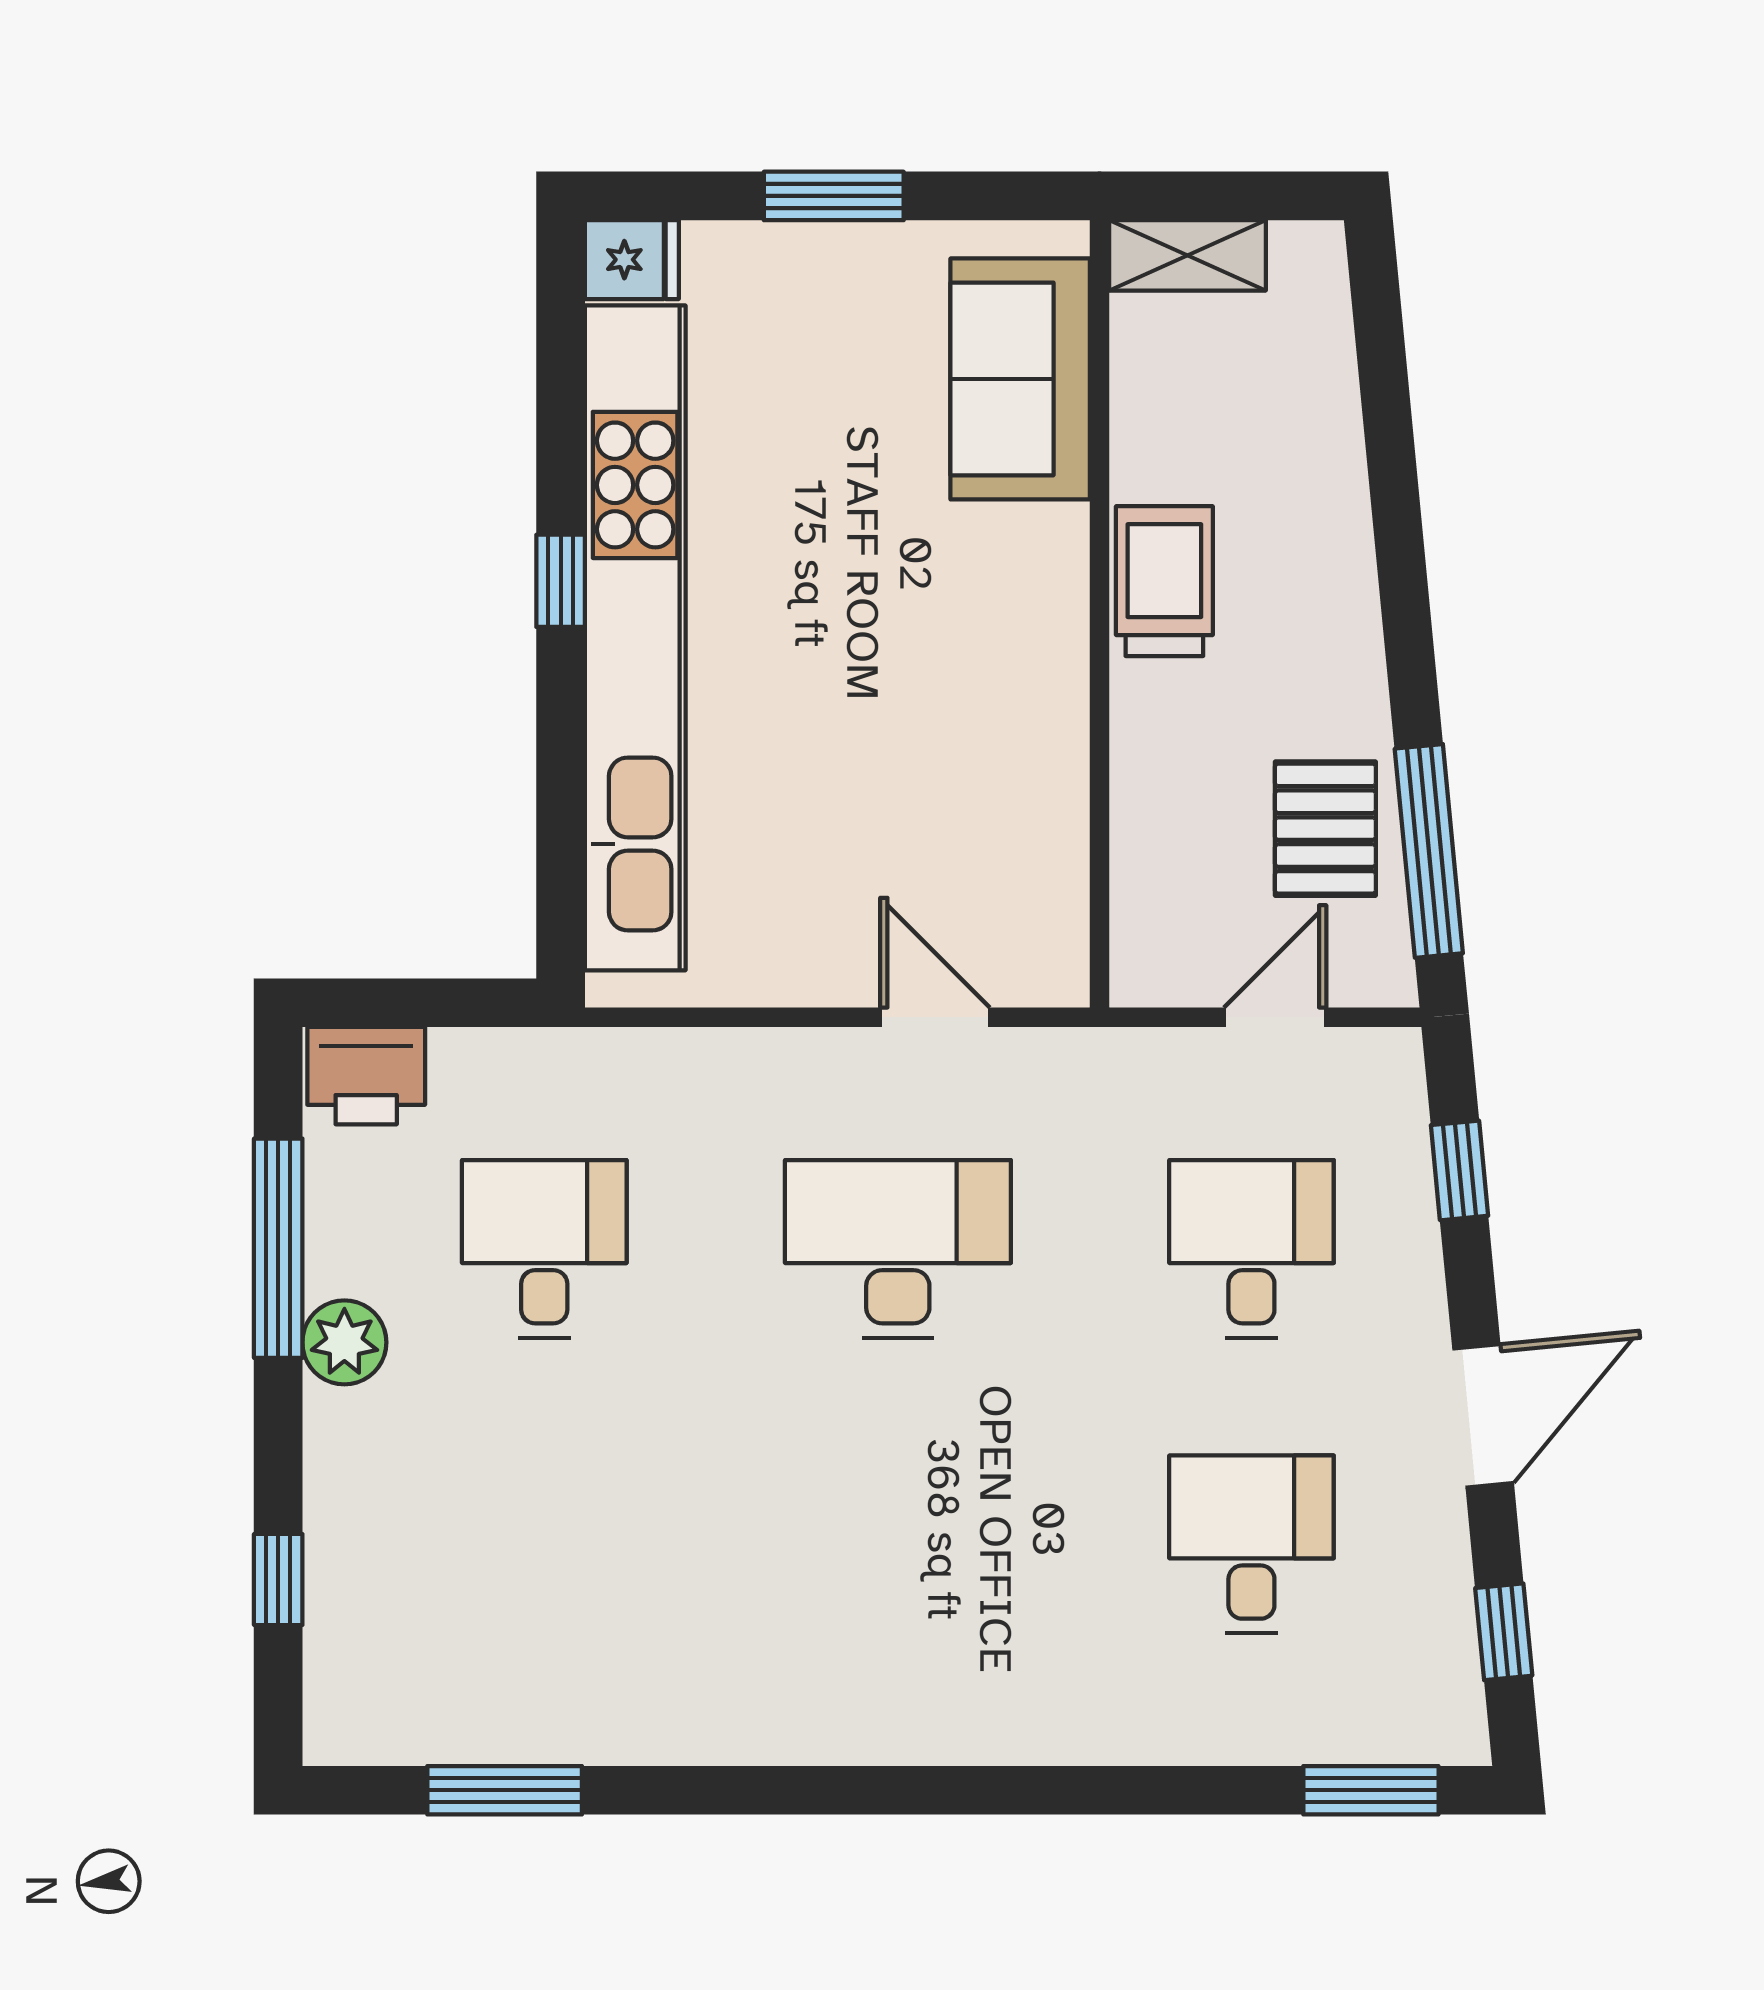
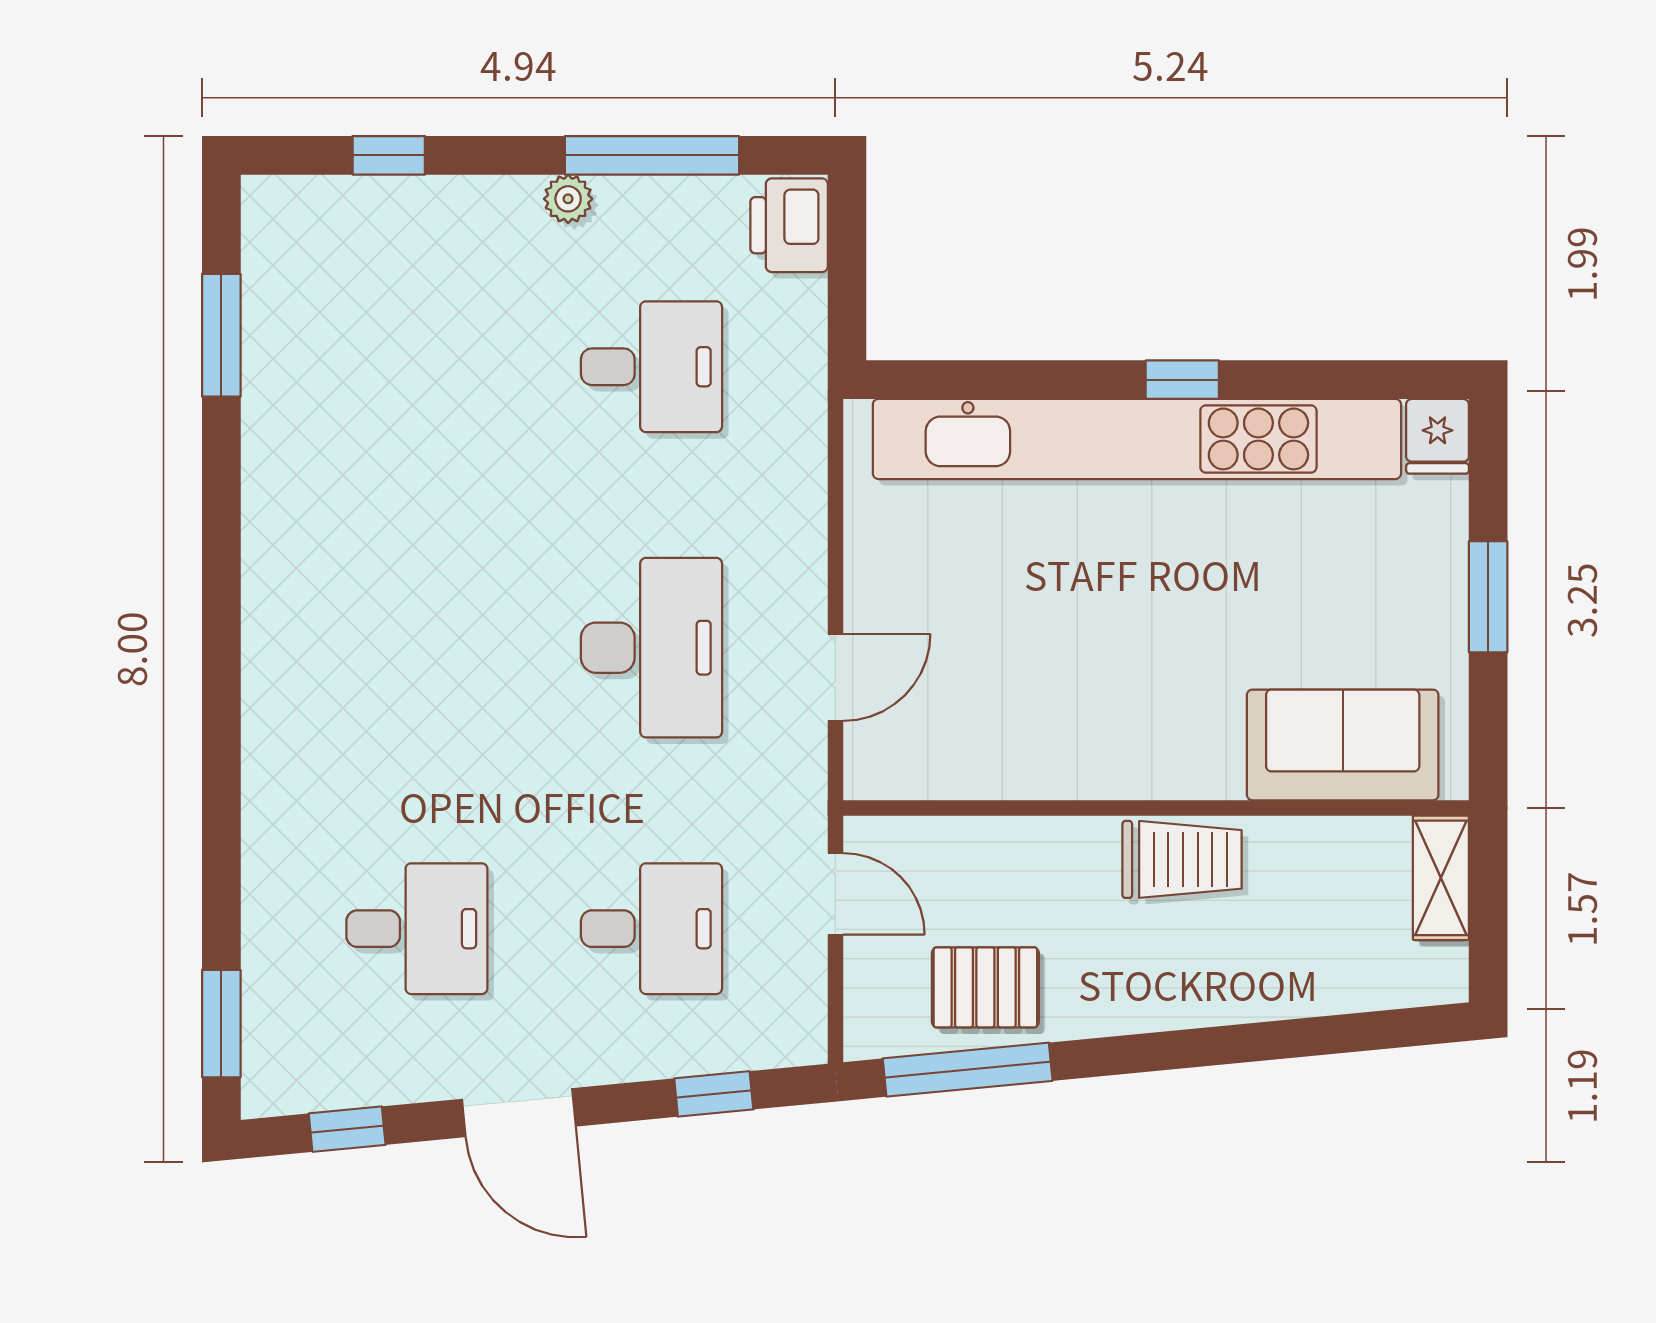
door: (1275, 1017) -> (835, 894), moved
plant: (344, 1342) -> (568, 199), width x0.73, depth x0.73

